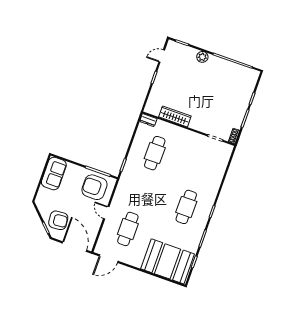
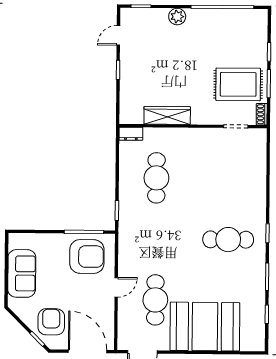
rug: (226, 112) -> (238, 84), added
sofa: (54, 173) -> (22, 273), moved
armchair: (95, 187) -> (87, 256), turned 180
cafe table: (186, 207) -> (228, 240), turned 90
door: (106, 213) -> (116, 287), swing flipped
armchair: (58, 220) -> (51, 322), turned -85
booth: (168, 261) -> (205, 327), moved

